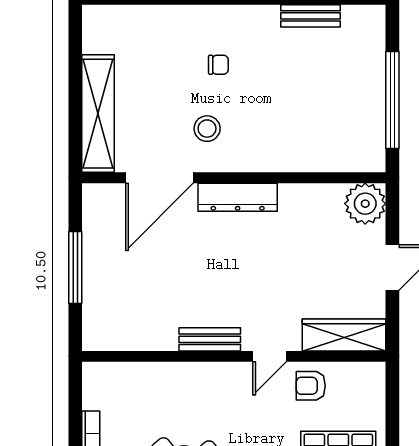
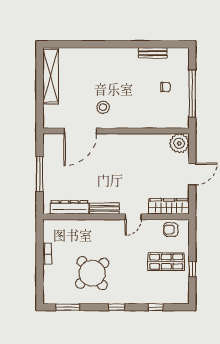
chair: (218, 65) -> (165, 87), moved
shelving: (98, 114) -> (51, 76), moved
dresser: (238, 197) -> (70, 207), moved, turned 180
armchair: (311, 386) -> (171, 230), moved

